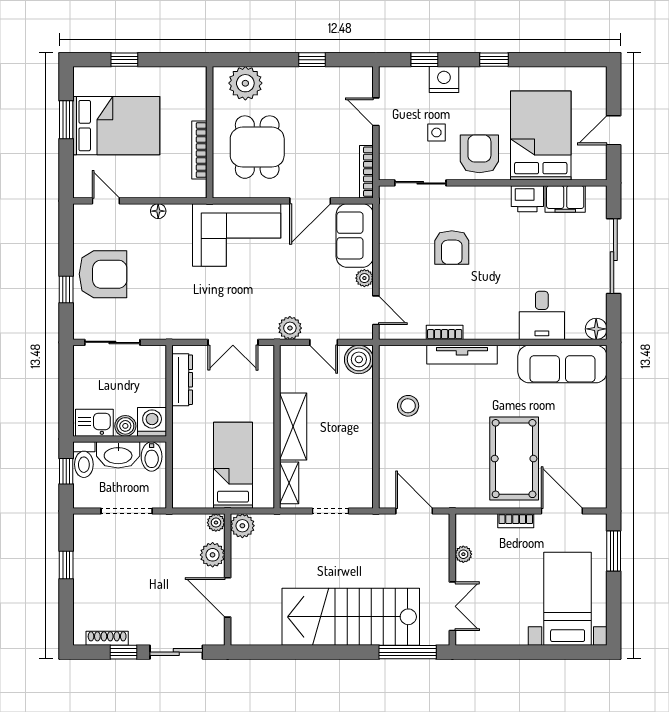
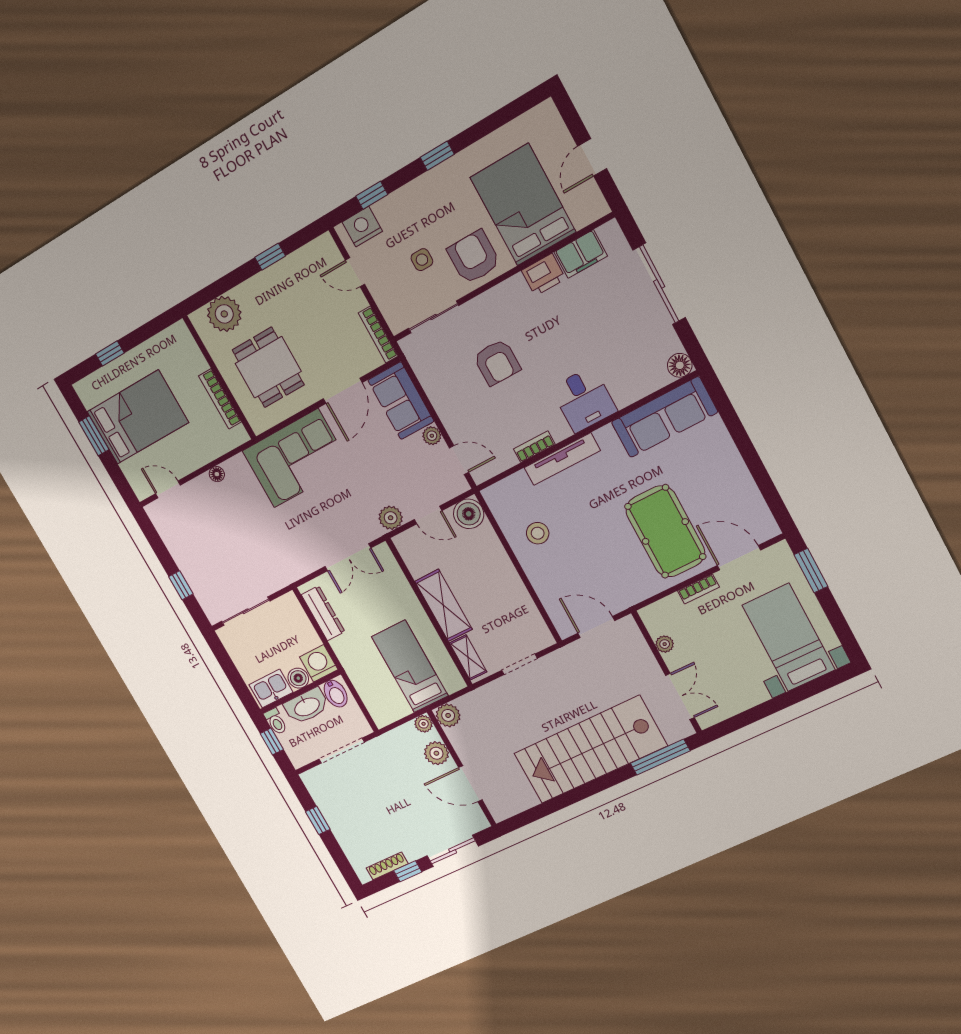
nightstand: (444, 79) -> (362, 227), moved
armchair: (103, 274) -> (203, 556), removed
desk: (542, 315) -> (584, 400), moved
toilet: (84, 460) -> (276, 721), width x0.73, depth x0.72

